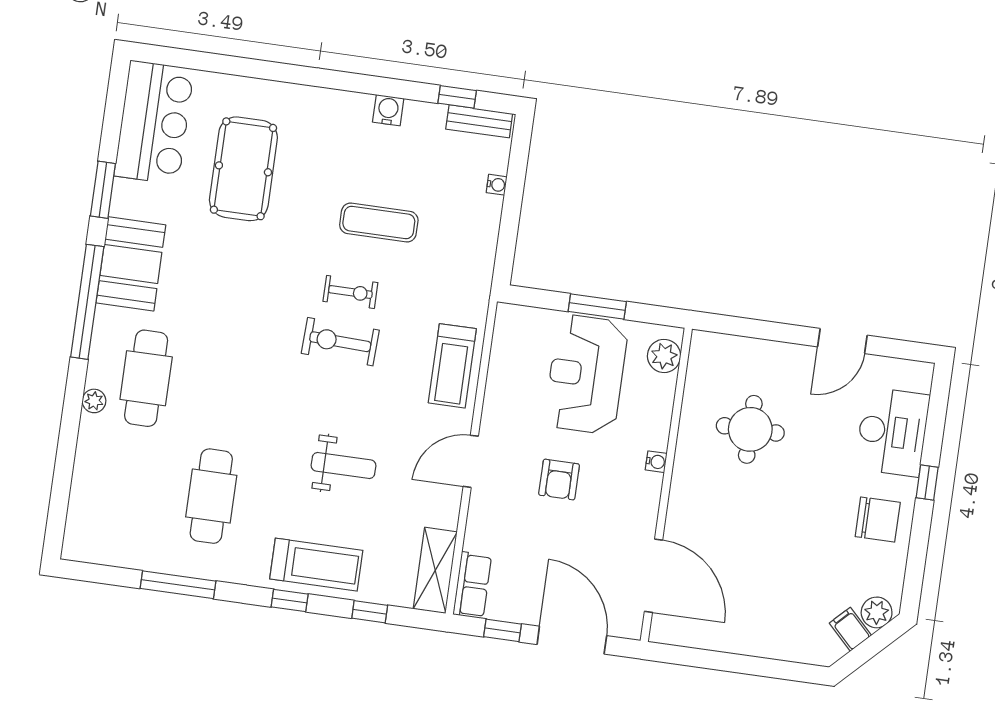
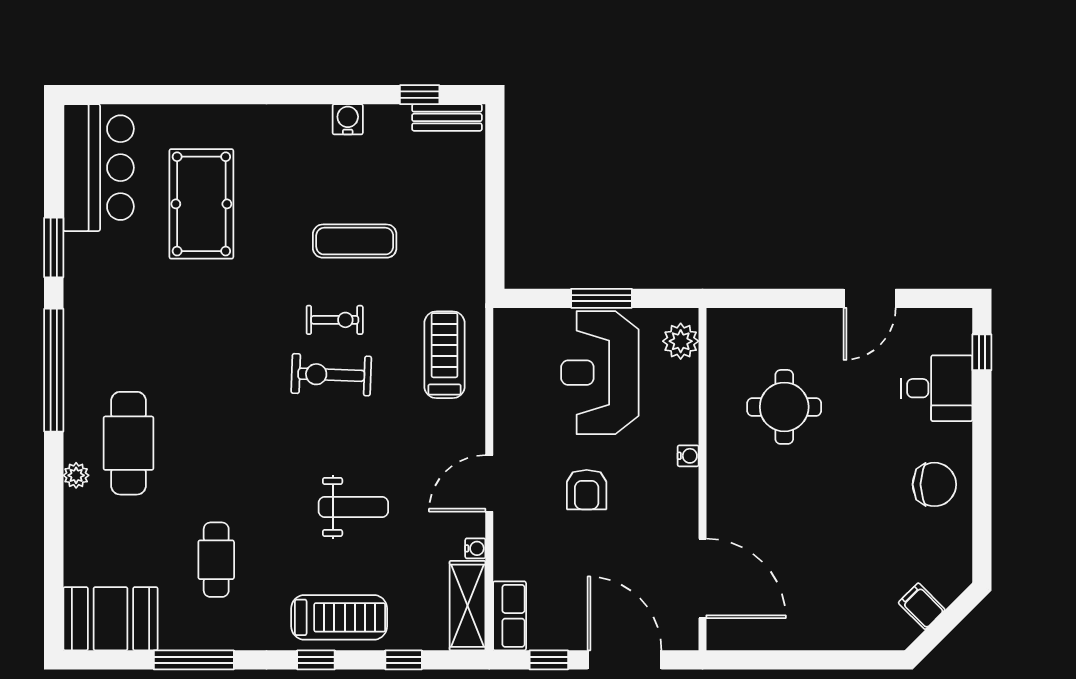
water cooler: (497, 185) -> (475, 548), moved
booth: (131, 264) -> (110, 619), moved, turned 90
treadmill: (452, 366) -> (445, 355), moved, turned 180
desk: (892, 432) -> (937, 388), width x0.73
window: (927, 483) -> (982, 352), moved
cafe table: (211, 496) -> (216, 560), width x0.73, depth x0.74
plant: (877, 612) -> (947, 584), removed

